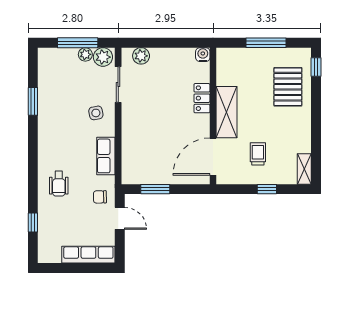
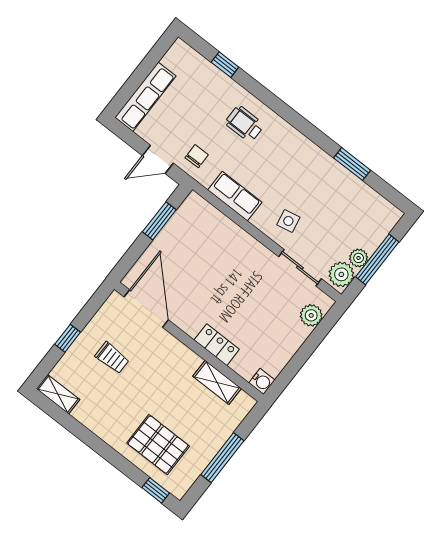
shelving: (227, 112) -> (217, 382), moved, width x0.67, depth x0.75

